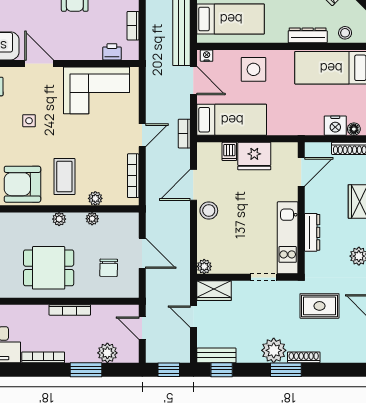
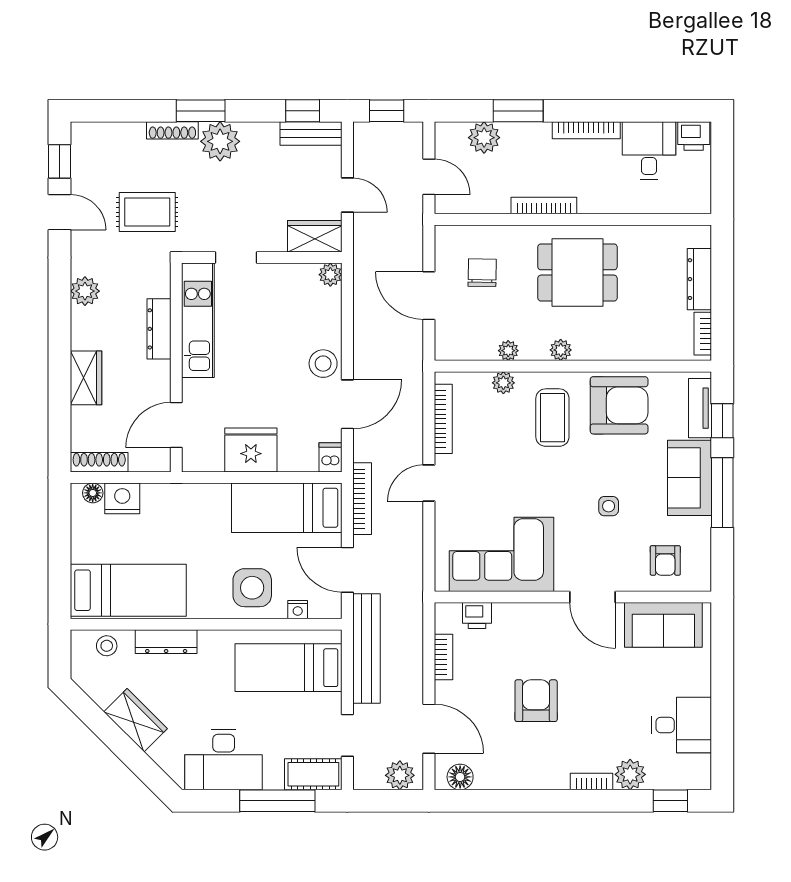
nightstand: (207, 56) -> (298, 610), moved
bookcase: (184, 134) -> (362, 499), width x1.56
dishwasher: (229, 151) -> (331, 457), moved

